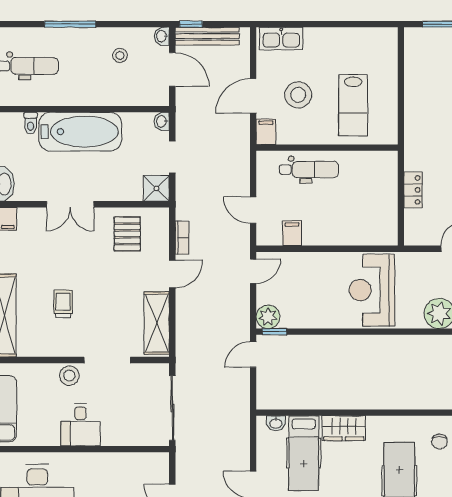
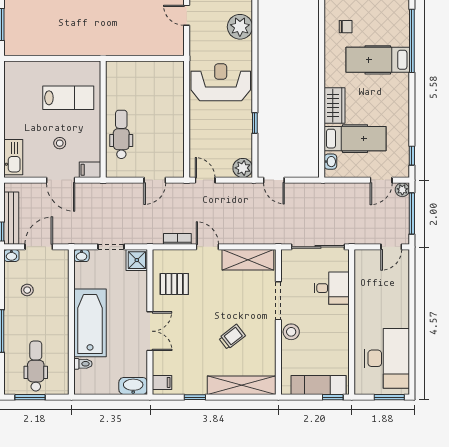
stool: (298, 95) -> (60, 143), width x0.53, depth x0.53
locker: (413, 190) -> (138, 48), removed
filing cabinet: (292, 233) -> (174, 148), removed
reception desk: (372, 290) -> (221, 82), turned 180
trolley: (63, 304) -> (232, 337), turned 142
window: (275, 332) -> (255, 123), moved
desk: (80, 425) -> (332, 288), moved

